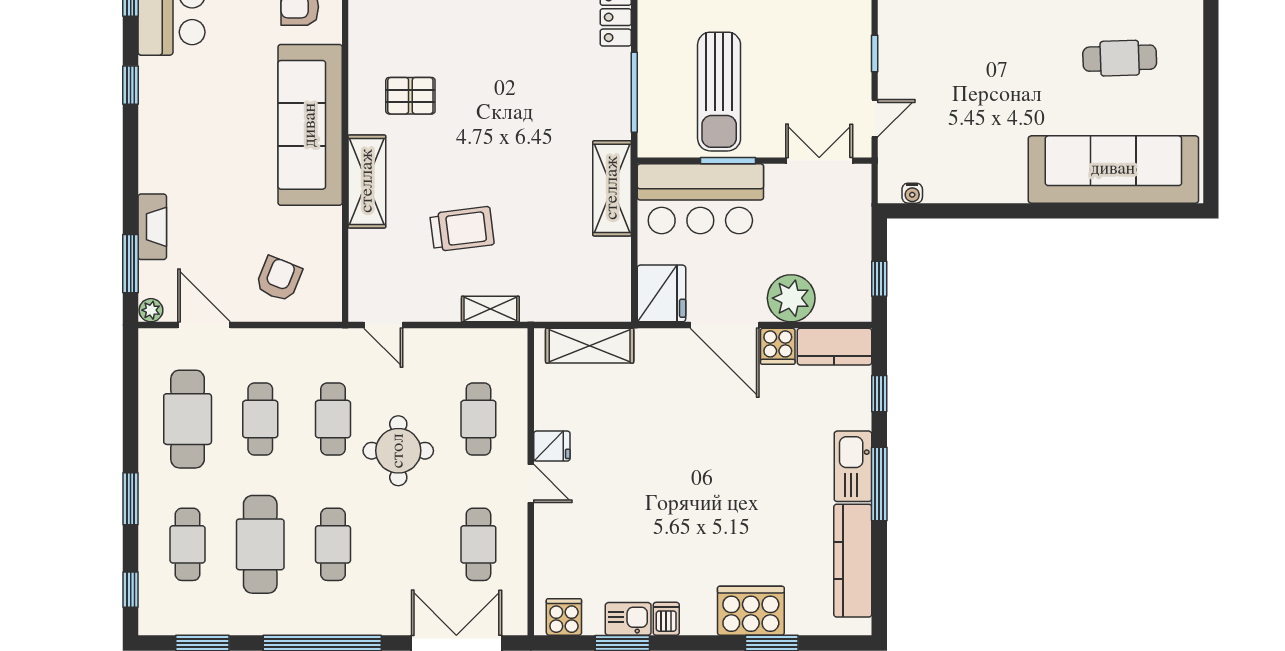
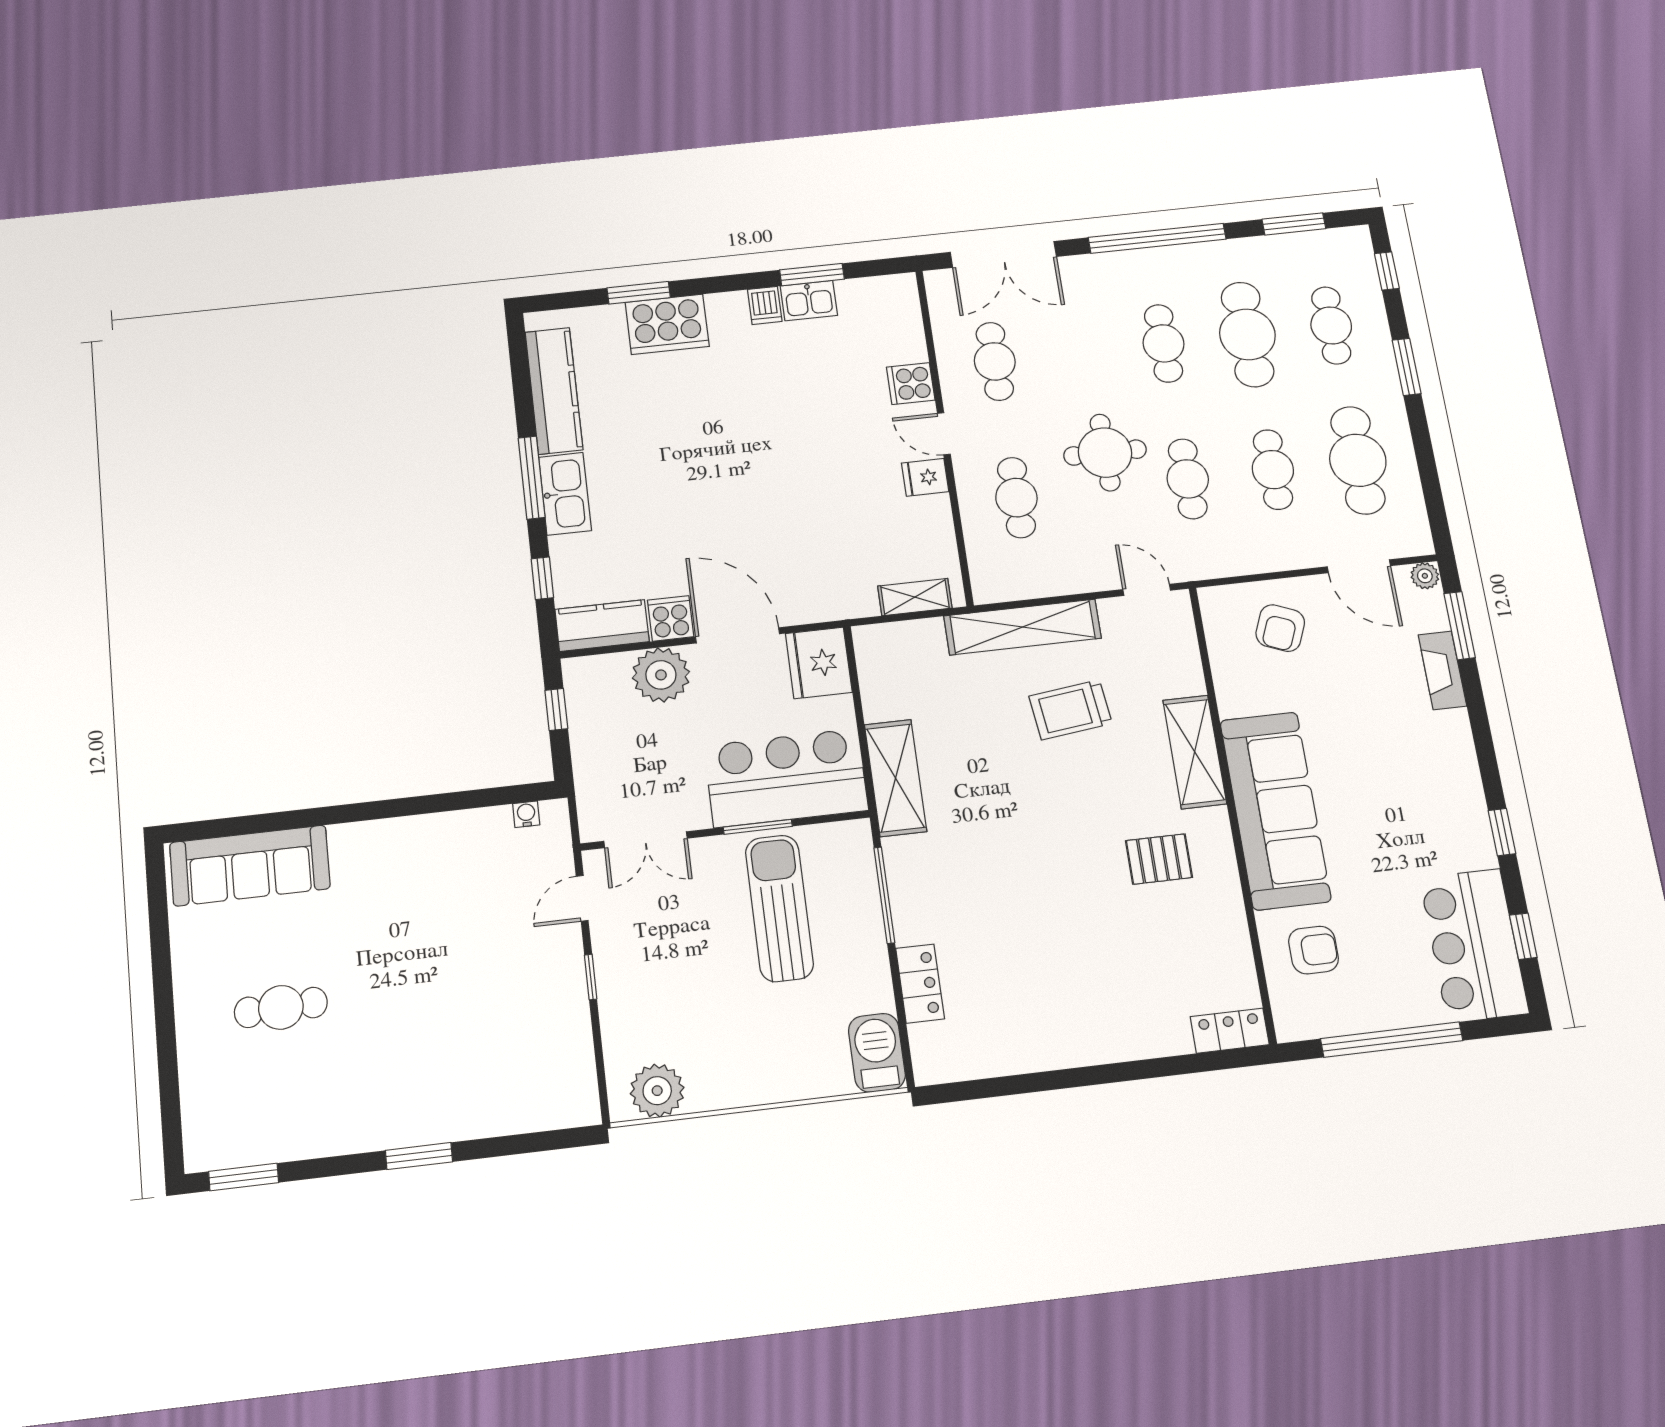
sofa: (1113, 169) -> (250, 866), width x0.74, depth x0.79
shelving: (490, 309) -> (1023, 627), width x2.20, depth x1.33
shelving: (590, 346) -> (915, 597), width x0.67, depth x0.75
cooker: (564, 617) -> (911, 384), moved, turned 90

